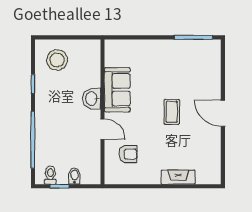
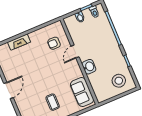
sofa: (117, 90) -> (82, 92), moved
coffee table: (172, 112) -> (53, 102), moved
door: (223, 113) -> (9, 90), hinge flipped
door: (103, 129) -> (75, 51), hinge flipped

